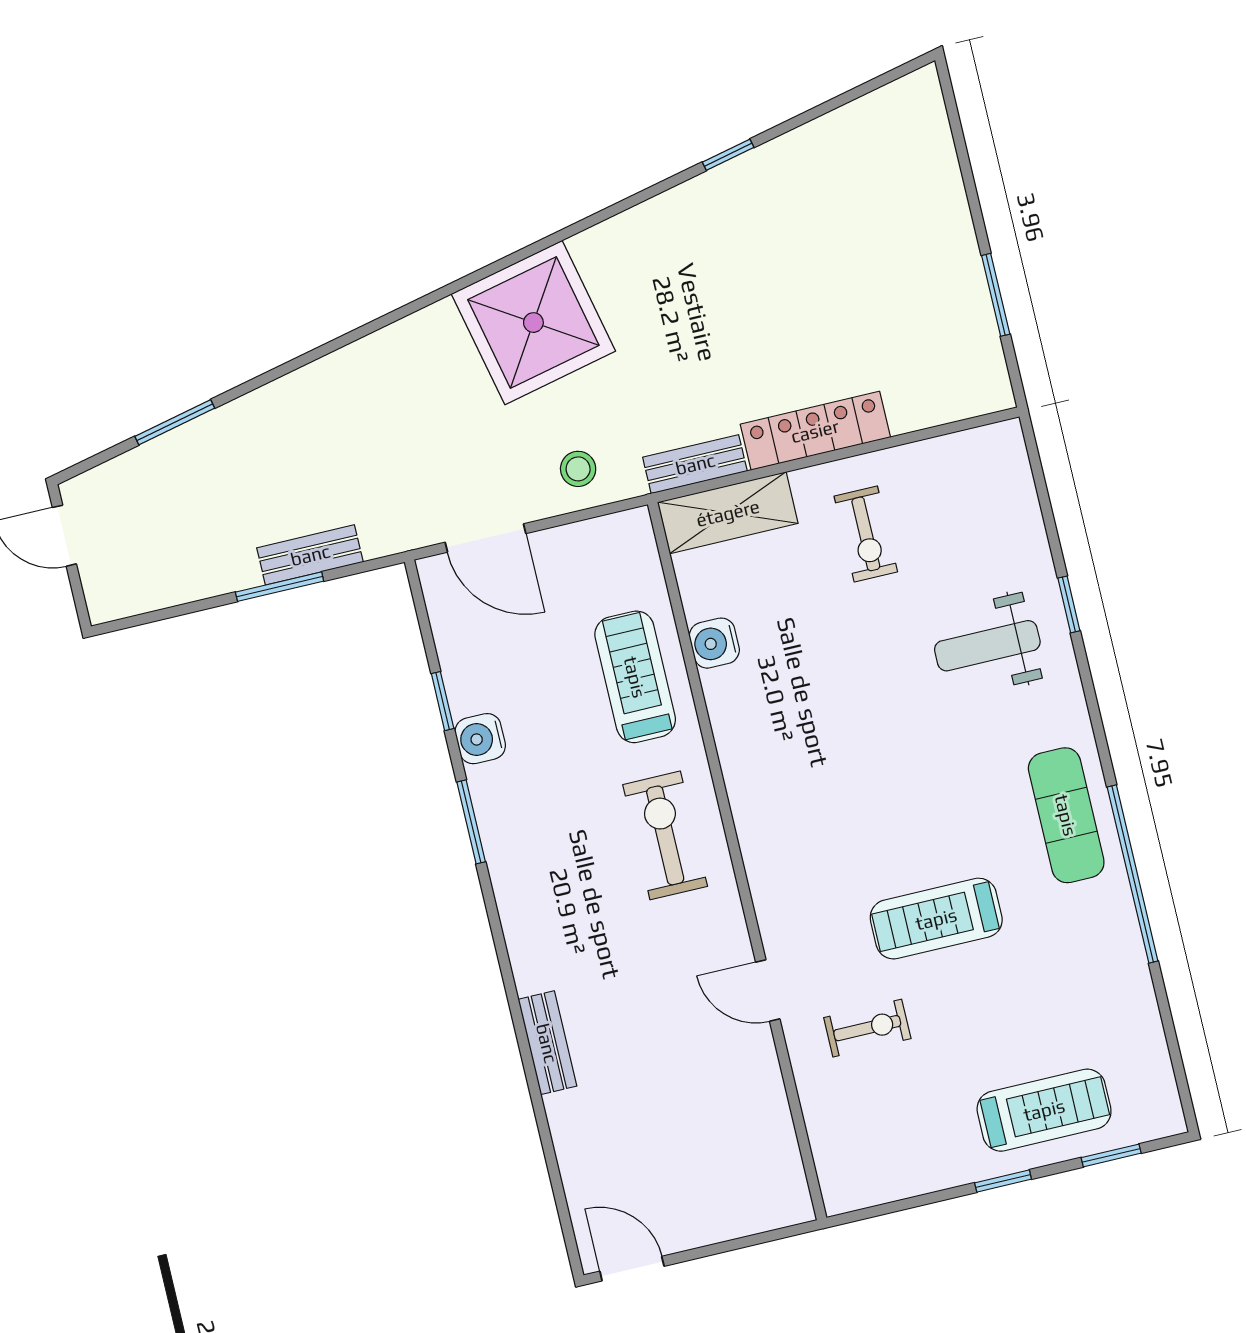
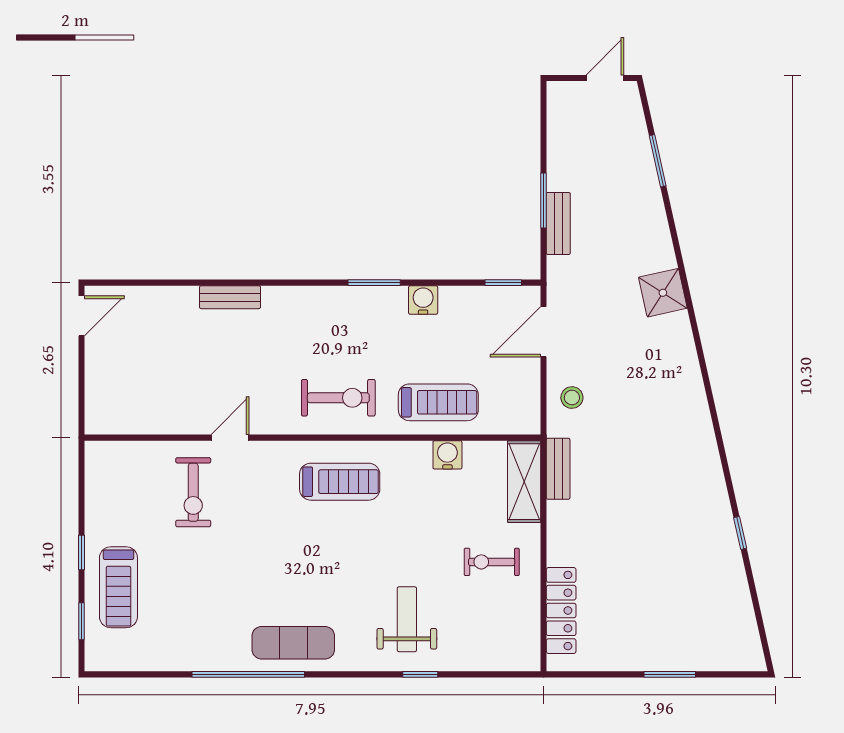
window: (996, 295) -> (670, 674), moved
shower: (533, 323) -> (663, 293), moved, width x0.54, depth x0.54
locker: (815, 431) -> (561, 610), moved
window: (443, 701) -> (503, 283), moved
treadmill: (936, 919) -> (340, 482), moved, turned 90
exercise bike: (867, 1028) -> (193, 492), width x1.38, depth x1.39

